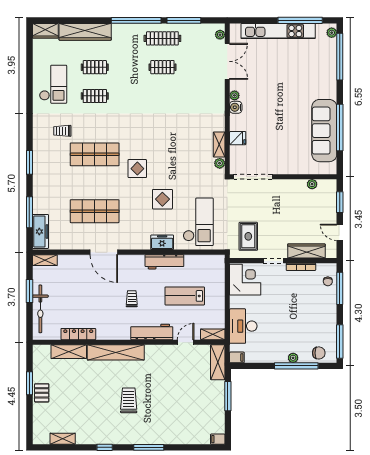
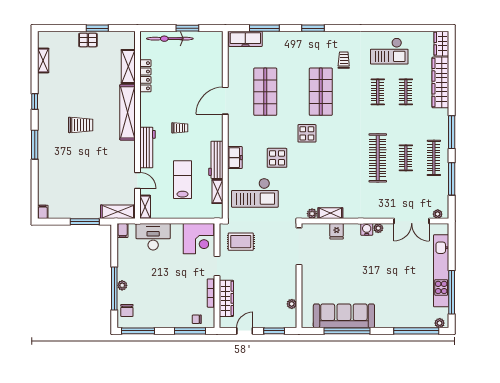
window: (136, 20) -> (452, 132), width x0.68
clothes rail: (162, 96) -> (378, 158), added
shelving: (45, 260) -> (218, 192), moved

